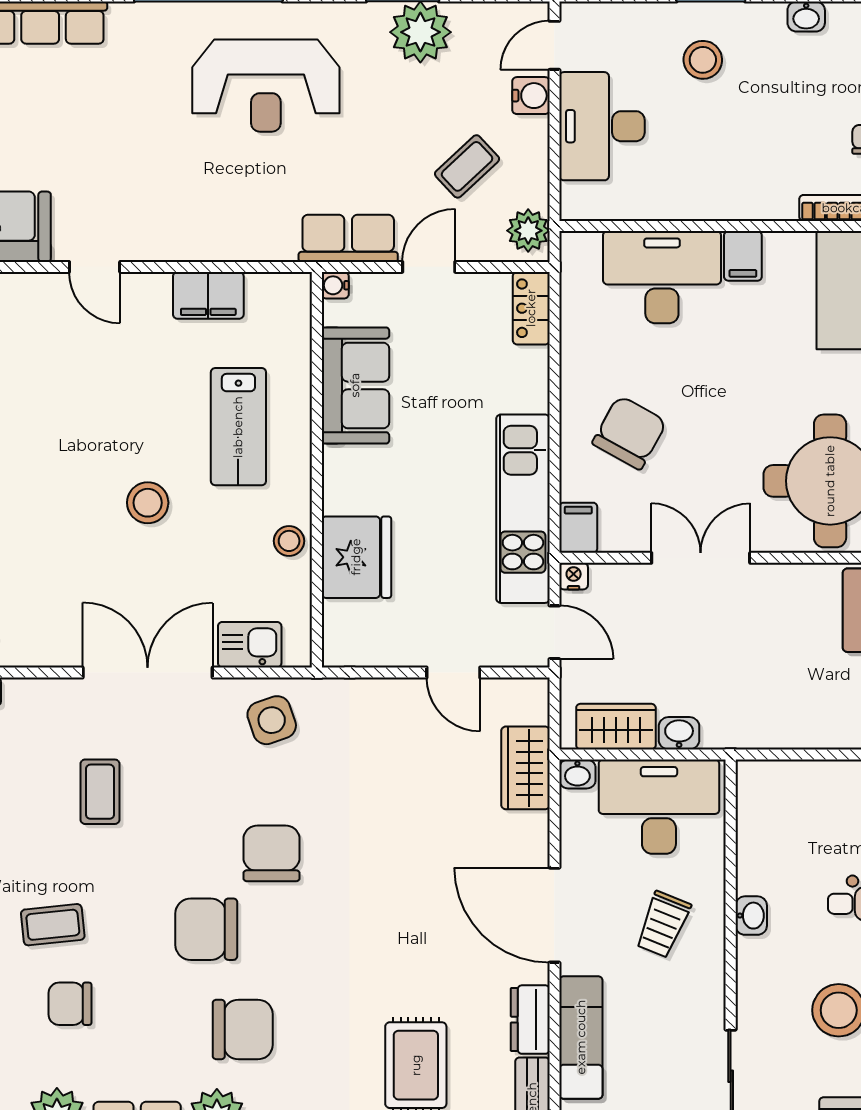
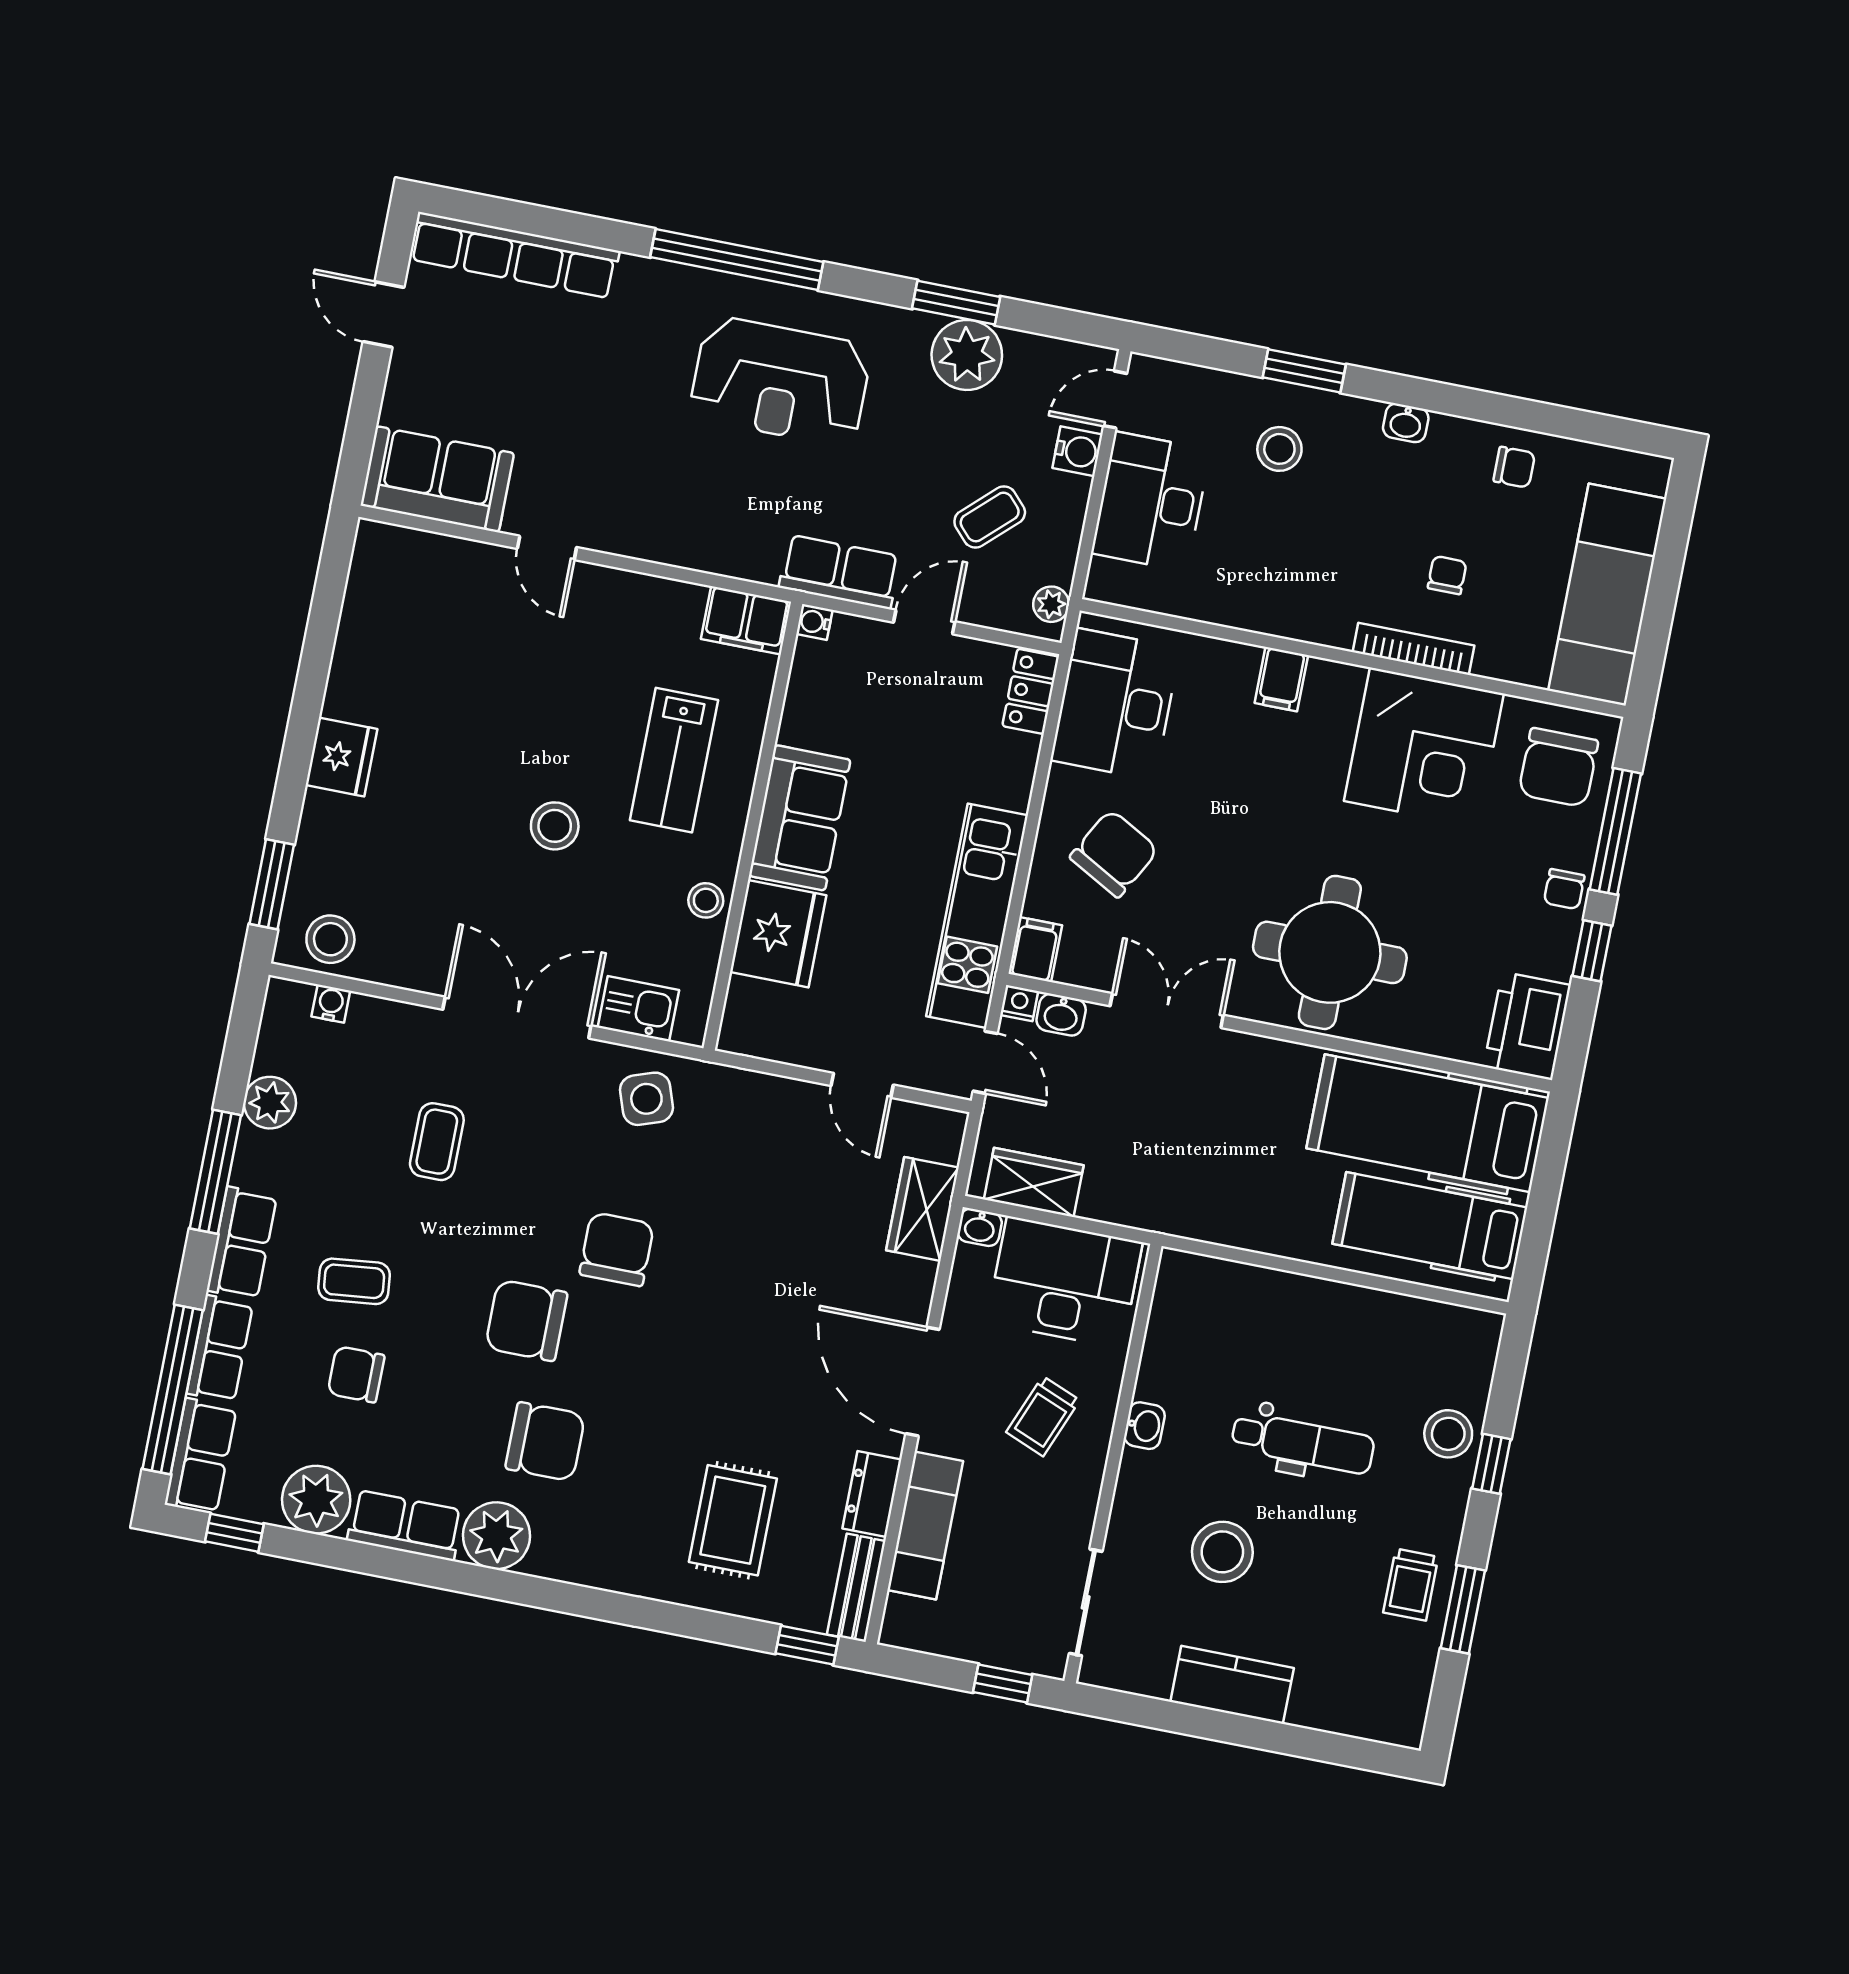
plant: (528, 231) -> (1051, 604), width x0.73, depth x0.73
desk: (662, 277) -> (1115, 704), moved, turned -90
filing cabinet: (208, 295) -> (746, 620), moved
sofa: (355, 385) -> (800, 818), moved
washbasin: (679, 733) -> (1061, 1015), moved, turned 180

